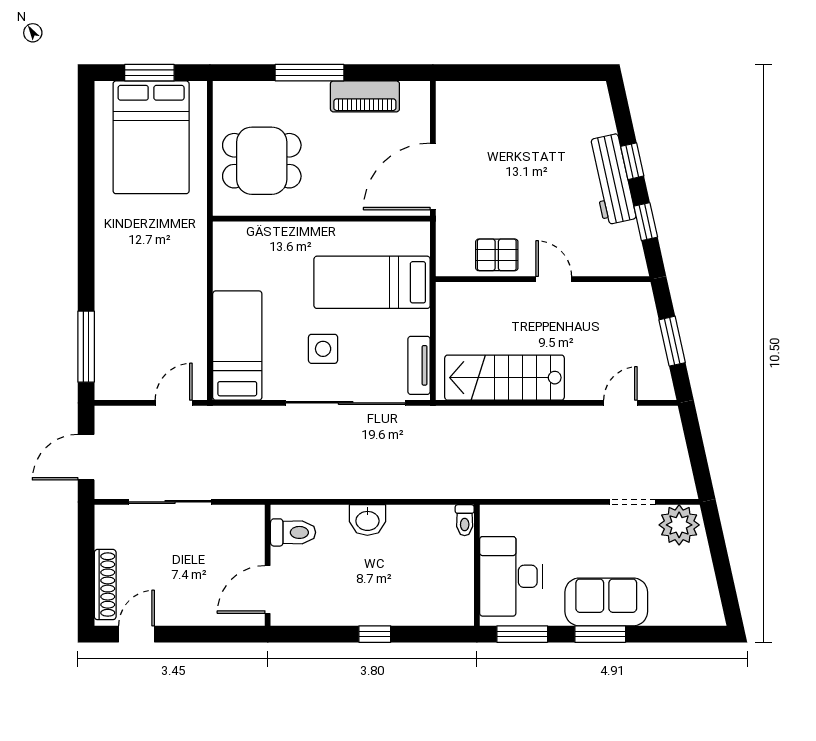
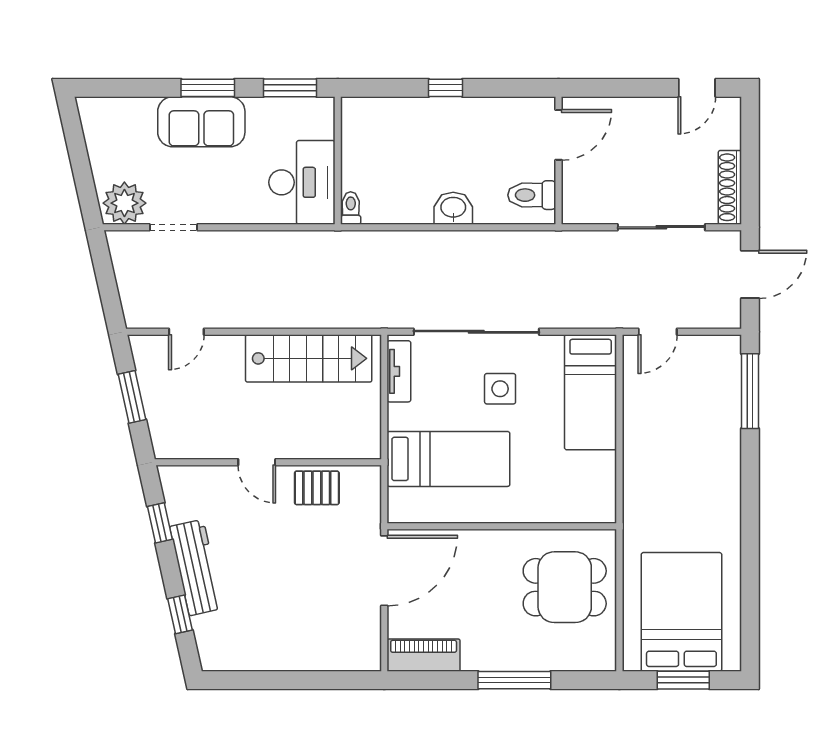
piano: (365, 96) -> (424, 655), moved
window: (632, 161) -> (180, 614), moved
desk: (511, 576) -> (302, 182), moved
shoe rack: (105, 585) -> (730, 187), moved

